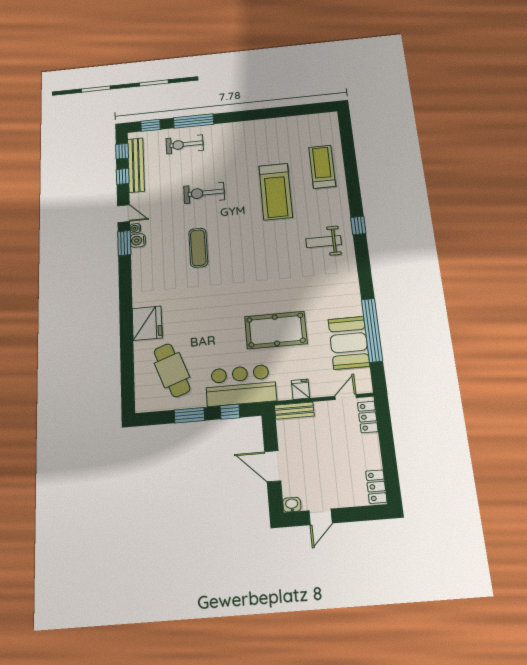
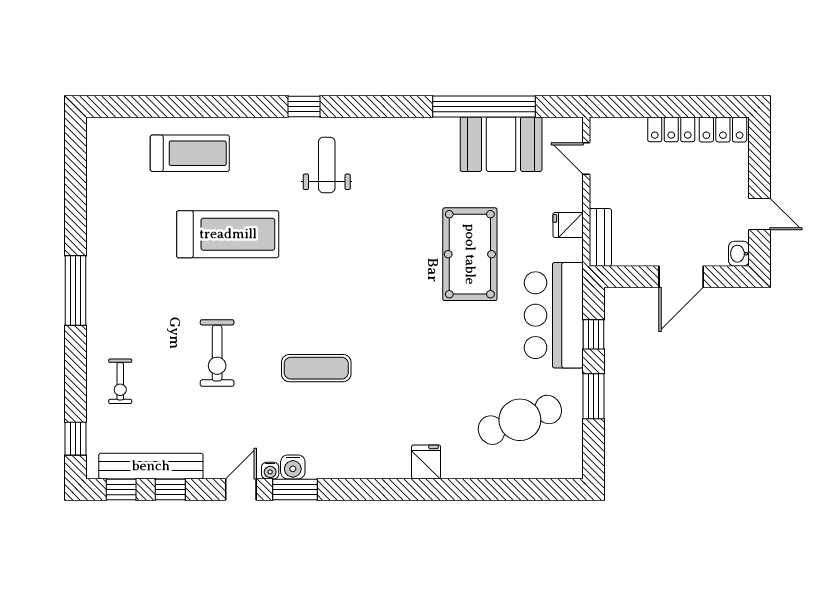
window: (194, 121) -> (76, 290), moved
exercise bike: (185, 144) -> (120, 381), width x0.73, depth x0.72
treadmill: (322, 167) -> (190, 153), turned 180
weight bench: (324, 242) -> (327, 165), turned 180
fridge: (147, 323) -> (426, 462), width x0.53, depth x0.75
locker: (368, 417) -> (671, 129), moved

